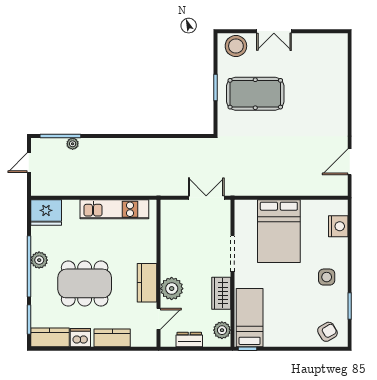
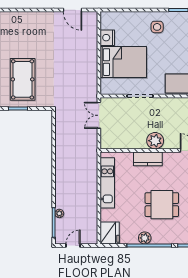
door: (29, 163) -> (73, 245), swing flipped
nightstand: (338, 226) -> (107, 38), moved, turned -90
dining table: (85, 283) -> (162, 205), width x0.73
kitchen counter: (147, 283) -> (148, 159), moved
plant: (172, 289) -> (155, 141), moved
wardrobe: (221, 293) -> (169, 104), removed

